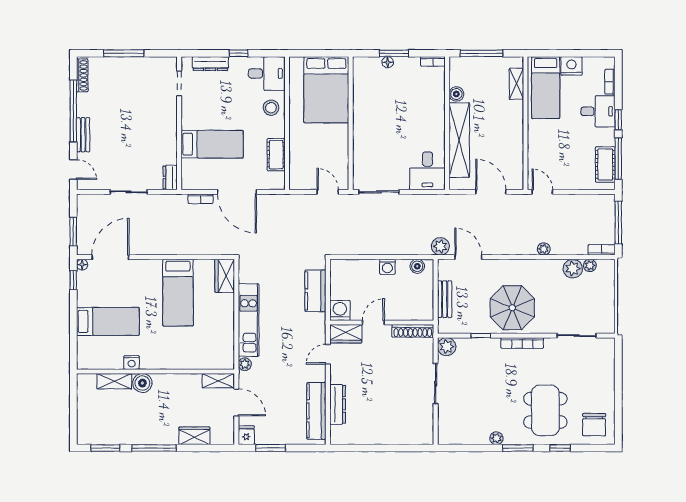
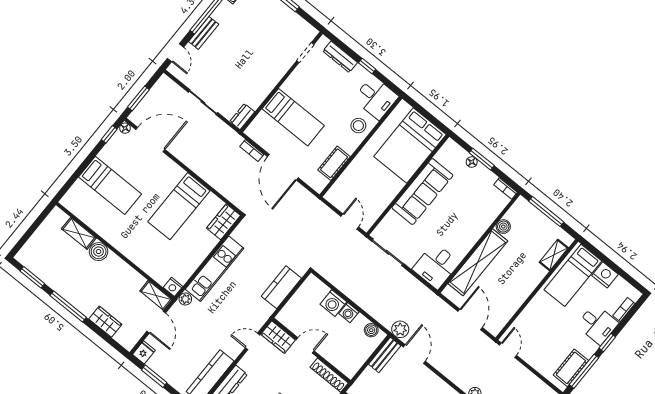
sofa: (367, 119) -> (422, 192), added
bench: (445, 299) -> (385, 355), moved
washing machine: (340, 310) -> (333, 303), moved, turned 180
nightstand: (132, 363) -> (173, 287), moved

